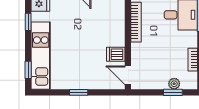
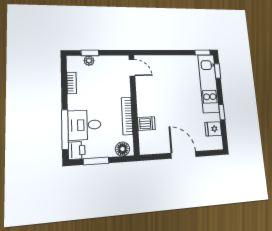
dishwasher: (116, 54) -> (146, 123), moved
window: (79, 92) -> (203, 53), moved

